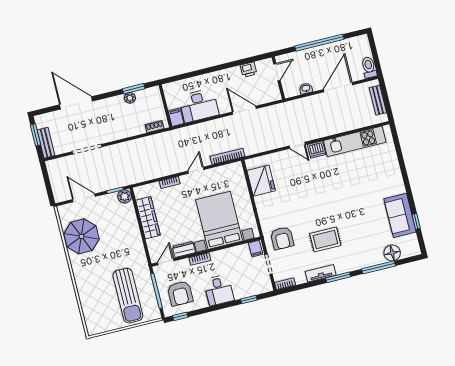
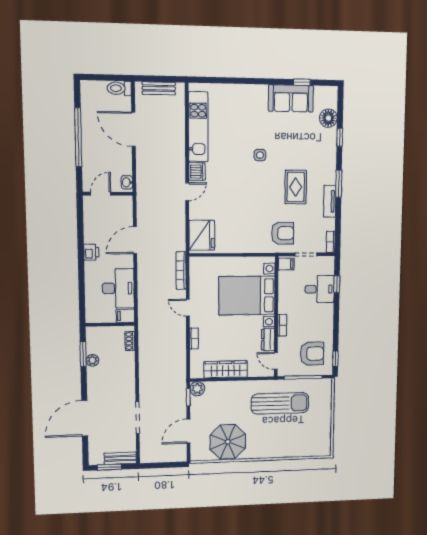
printer: (249, 70) -> (91, 252), moved
door: (277, 72) -> (101, 194), hinge flipped
washbasin: (306, 88) -> (127, 182), moved
fridge: (261, 181) -> (202, 235), moved, turned 90
side table: (345, 201) -> (260, 155), added
window: (378, 267) -> (340, 137), width x0.46
desk: (219, 290) -> (320, 289), moved
sun lounger: (128, 296) -> (280, 403), moved

